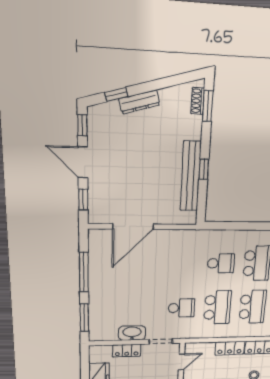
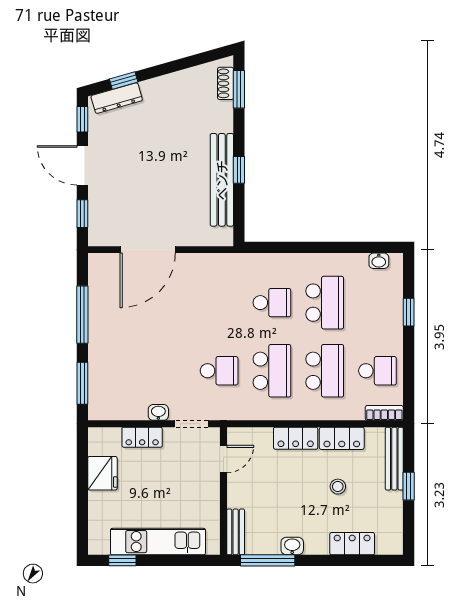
dresser: (139, 102) -> (117, 98), moved
washbasin: (132, 333) -> (158, 412), width x0.52, depth x0.69

